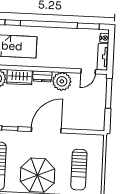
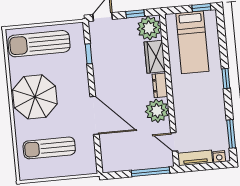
window: (13, 23) -> (226, 78), moved
door: (46, 130) -> (94, 115), moved

